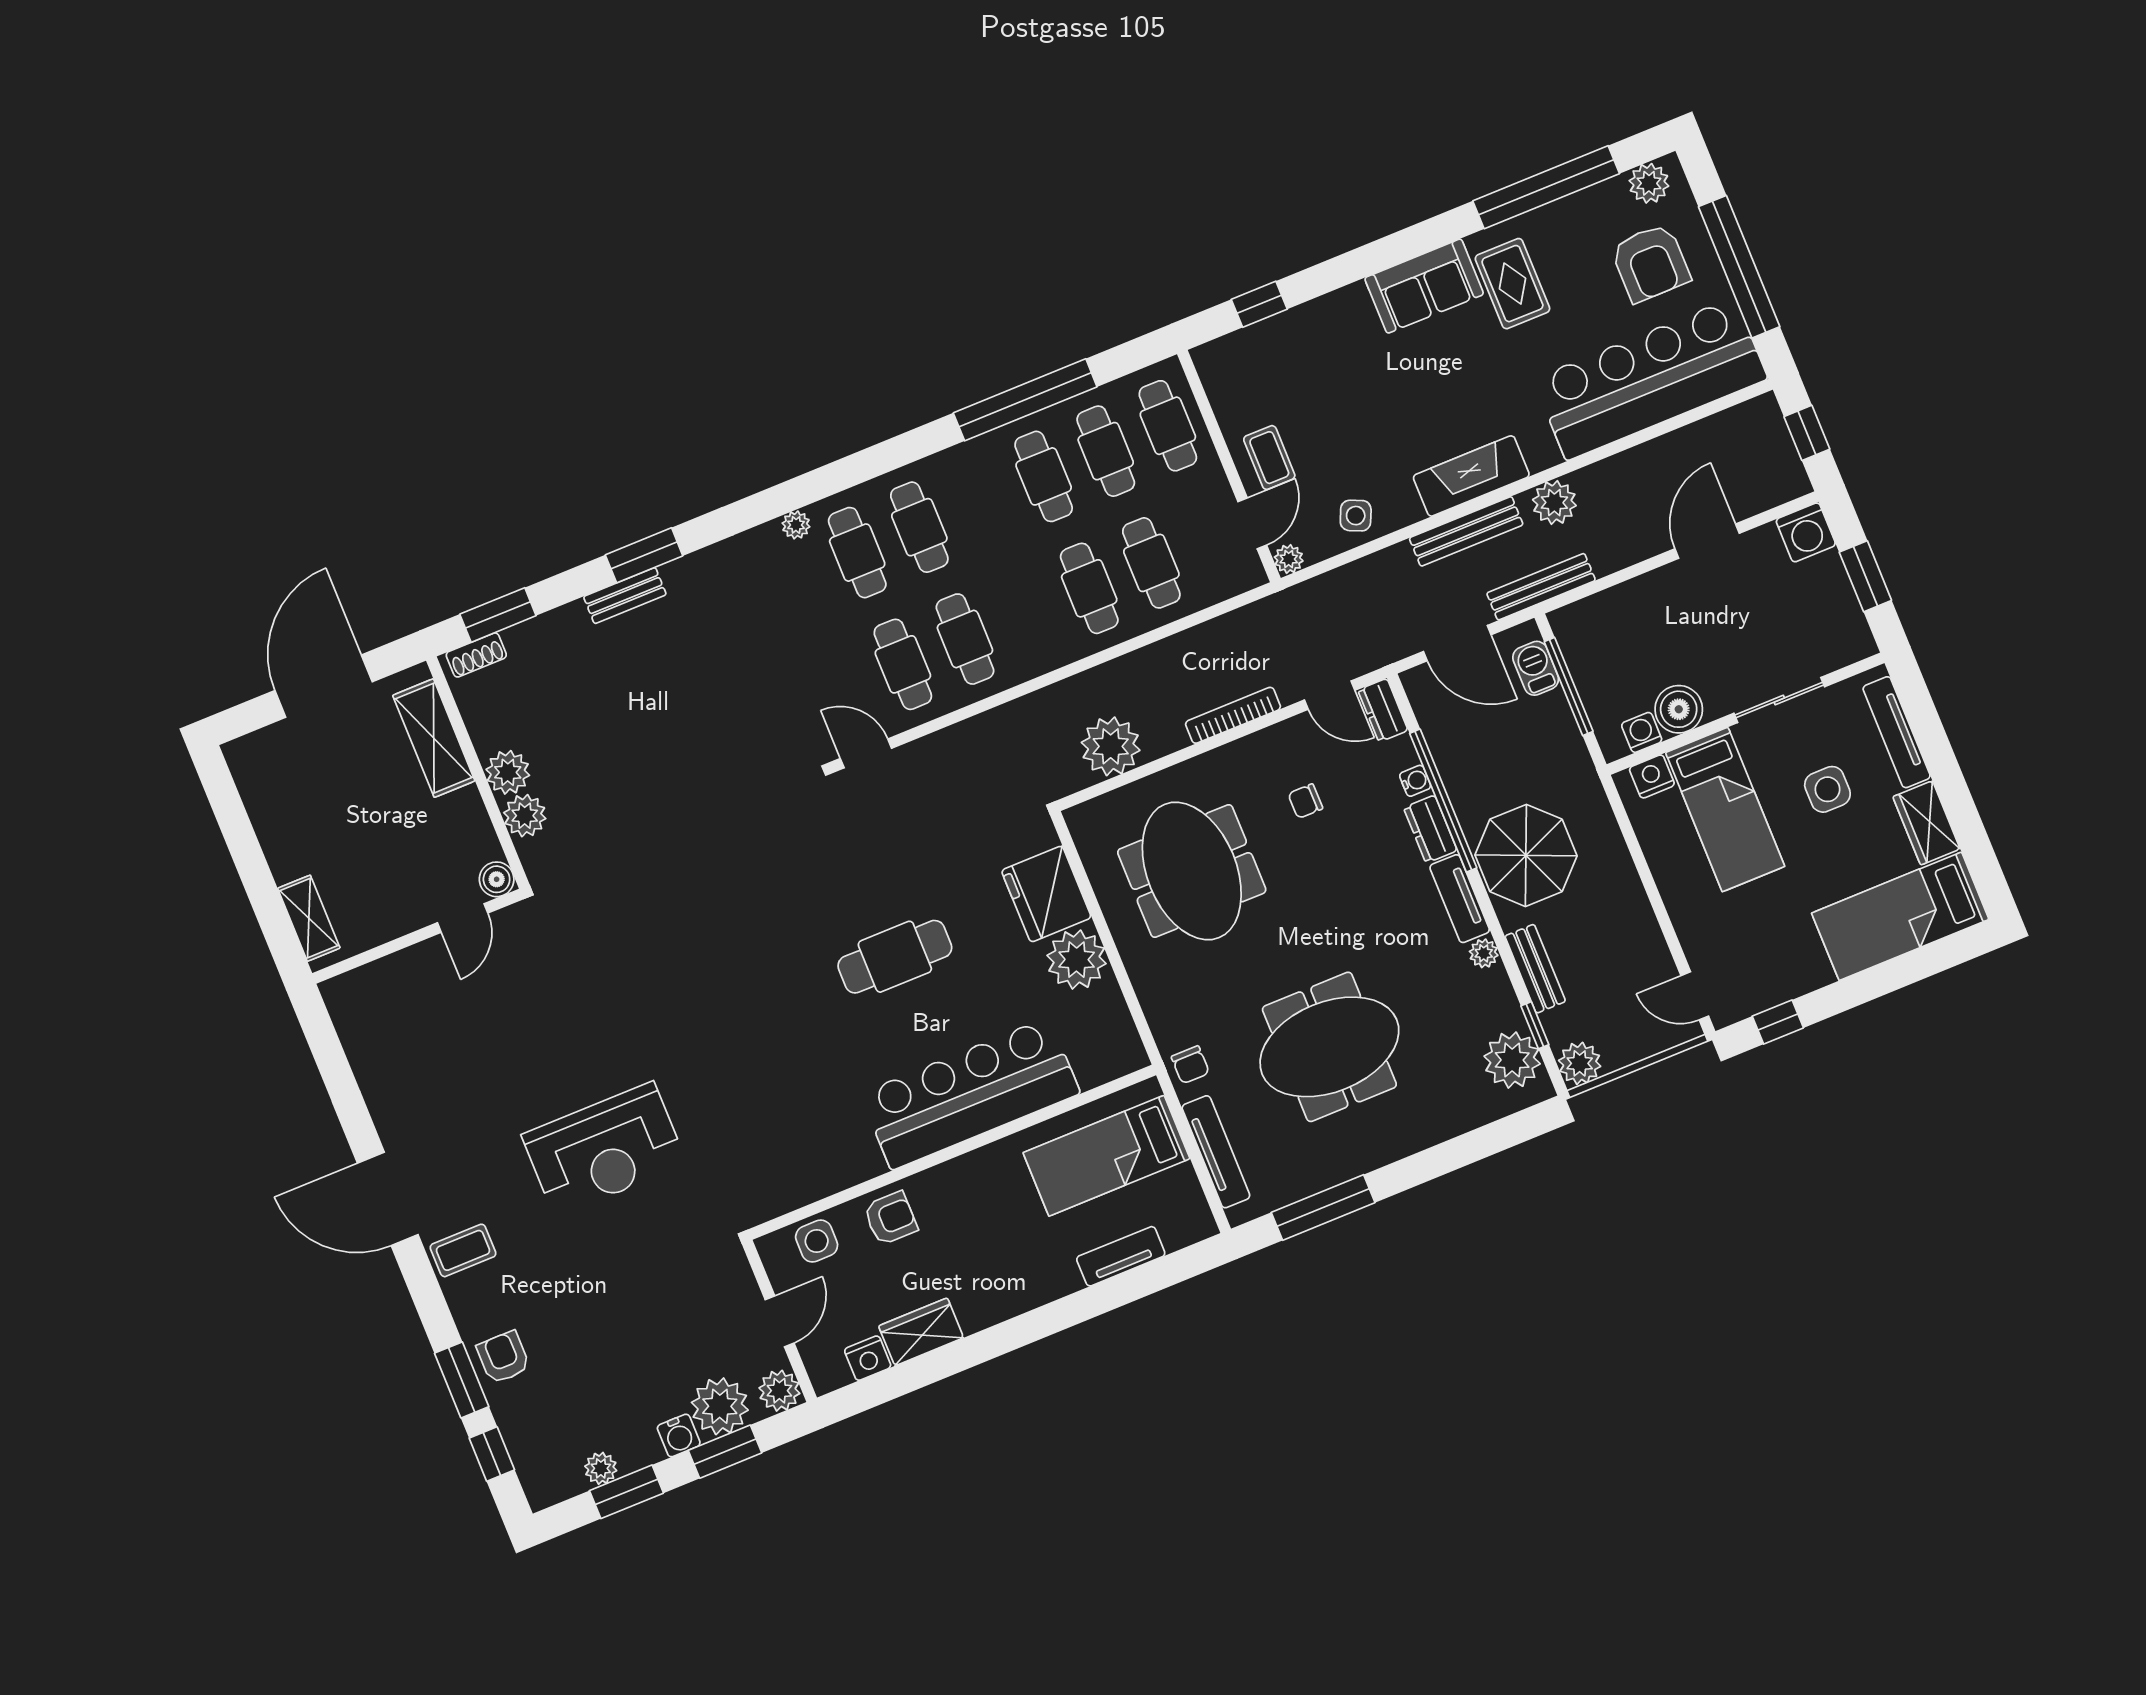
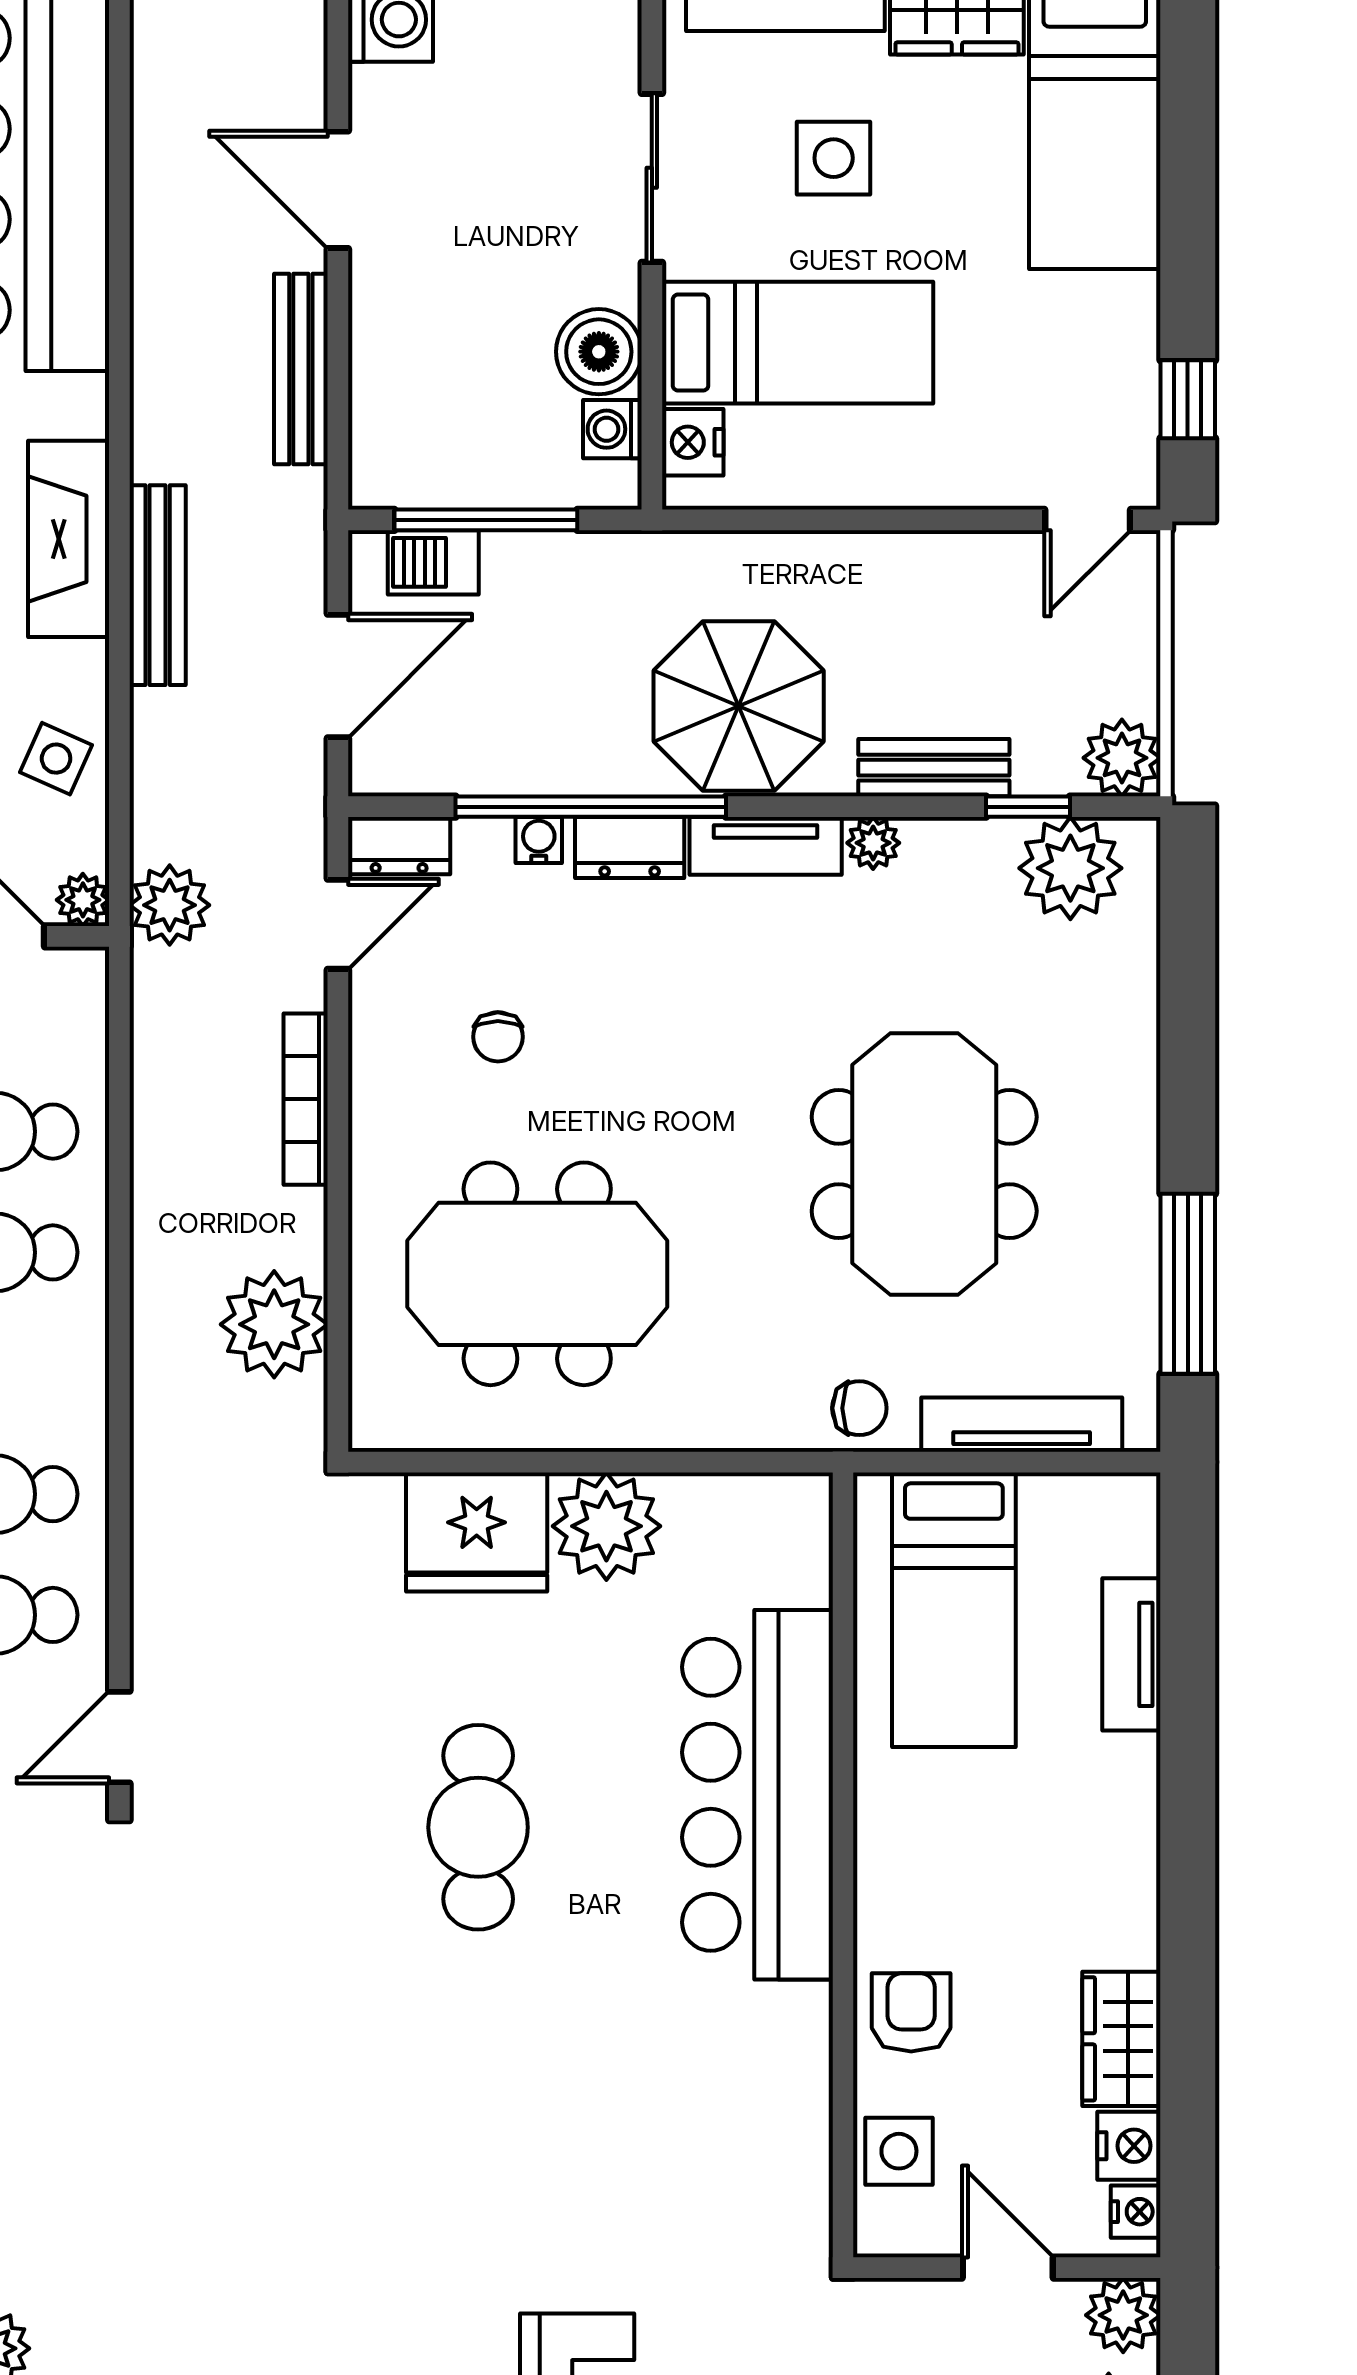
plant: (1554, 503) -> (170, 905), moved
bench: (1541, 587) -> (301, 369), moved
nightstand: (835, 1375) -> (1136, 2212), added

